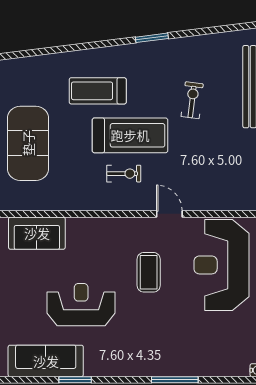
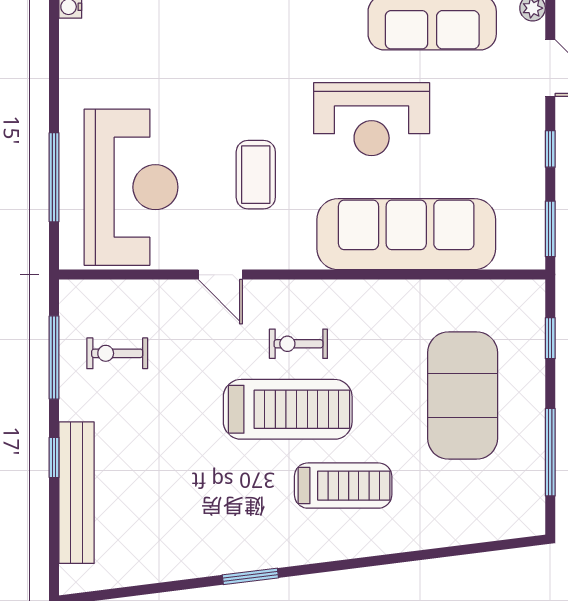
exercise bike: (192, 100) -> (117, 353), moved, turned 83
treadmill: (130, 135) -> (288, 409), turned 180
sofa: (37, 233) -> (406, 234), width x1.85, depth x1.27

